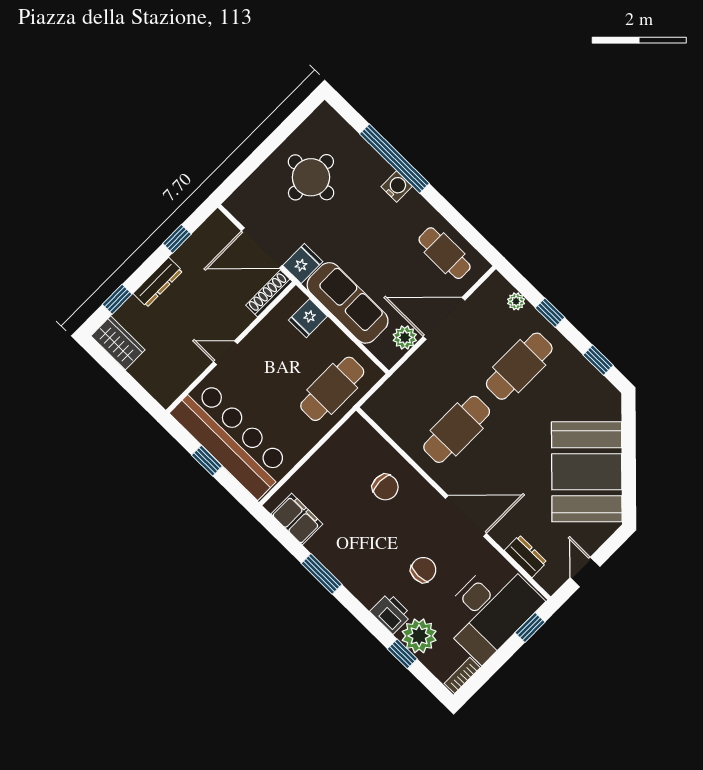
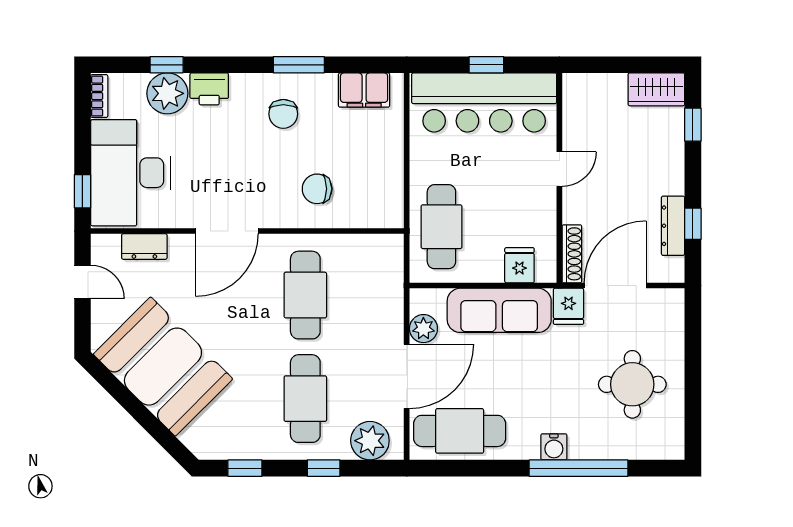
cafe table: (445, 253) -> (460, 431), width x1.37, depth x1.35
dresser: (158, 282) -> (673, 226), moved
plant: (516, 301) -> (370, 441), width x1.88, depth x1.88
chair: (423, 570) -> (283, 114), moved

